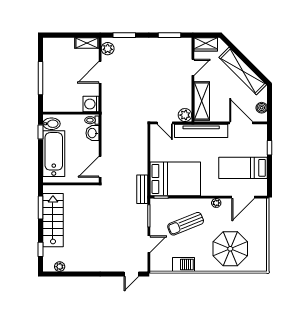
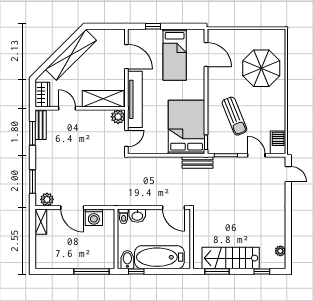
bench: (177, 43) -> (41, 125), added
window: (40, 78) -> (91, 271), moved
washing machine: (91, 104) -> (94, 217), moved
boiler: (262, 108) -> (110, 35), removed
door: (241, 123) -> (126, 57), swing flipped
plant: (216, 203) -> (212, 83), removed
barbecue: (184, 264) -> (278, 142), moved

